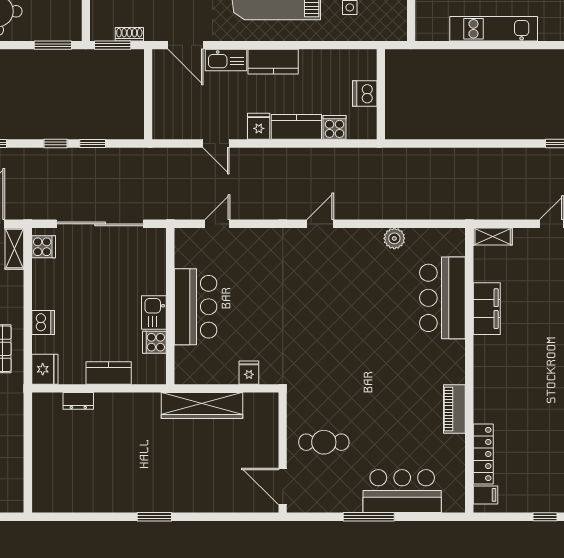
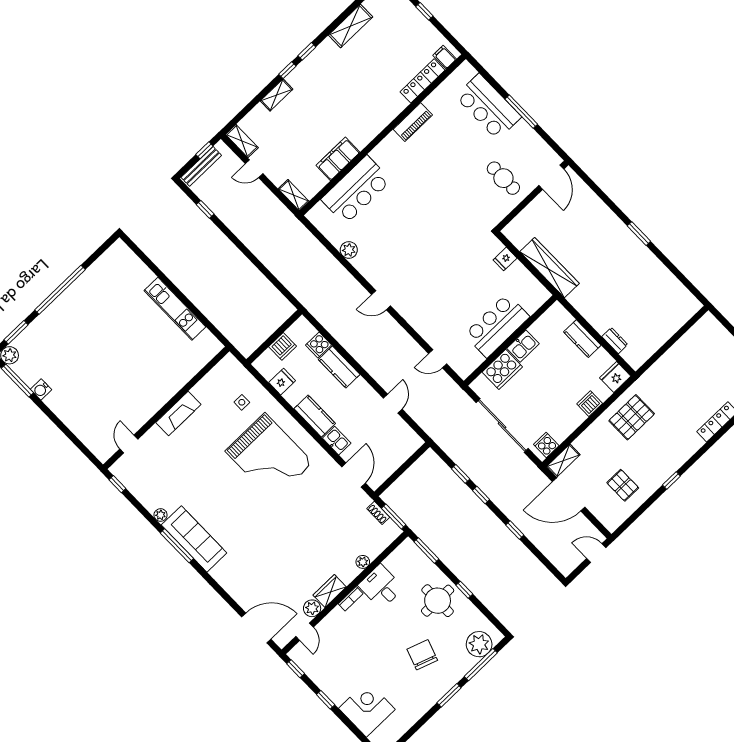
kitchen sink: (226, 60) -> (337, 441), width x0.73
fridge: (259, 126) -> (282, 382), moved, turned 180
cooker: (154, 342) -> (502, 369), moved, width x1.87, depth x1.31

